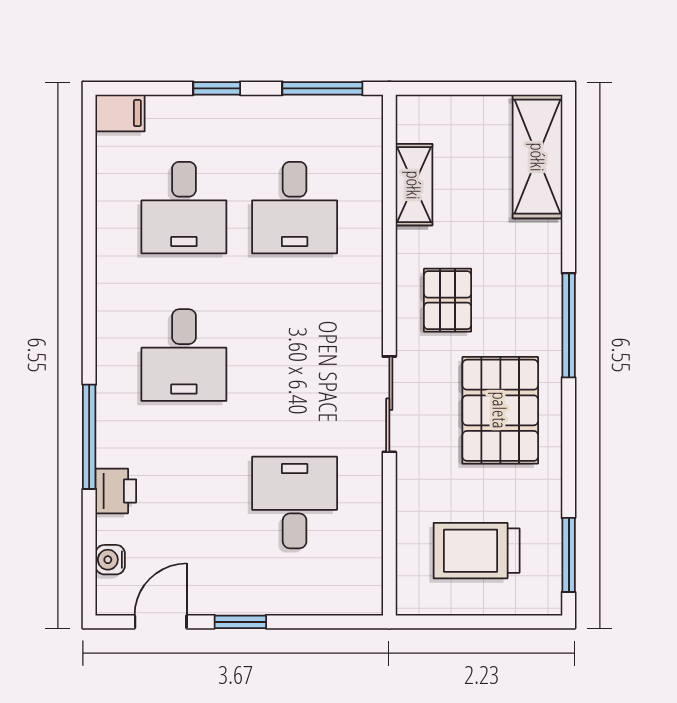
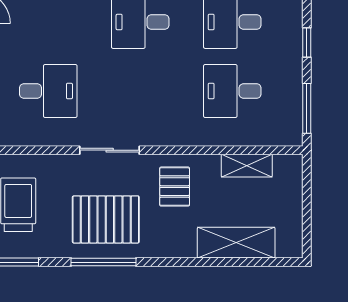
shelving: (538, 157) -> (236, 243), moved
pallet: (448, 300) -> (175, 187), turned 90
window: (569, 325) -> (104, 262), moved

